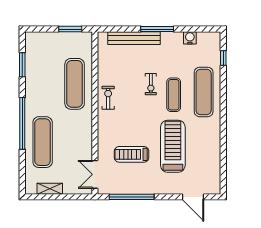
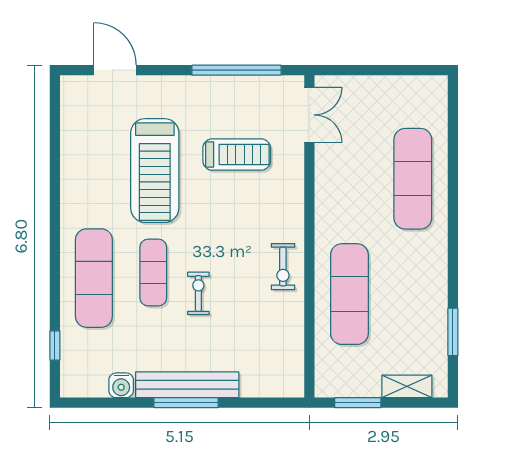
bench: (134, 38) -> (187, 385), moved
window: (22, 123) -> (453, 216), removed
shelving: (50, 189) -> (407, 386), moved

